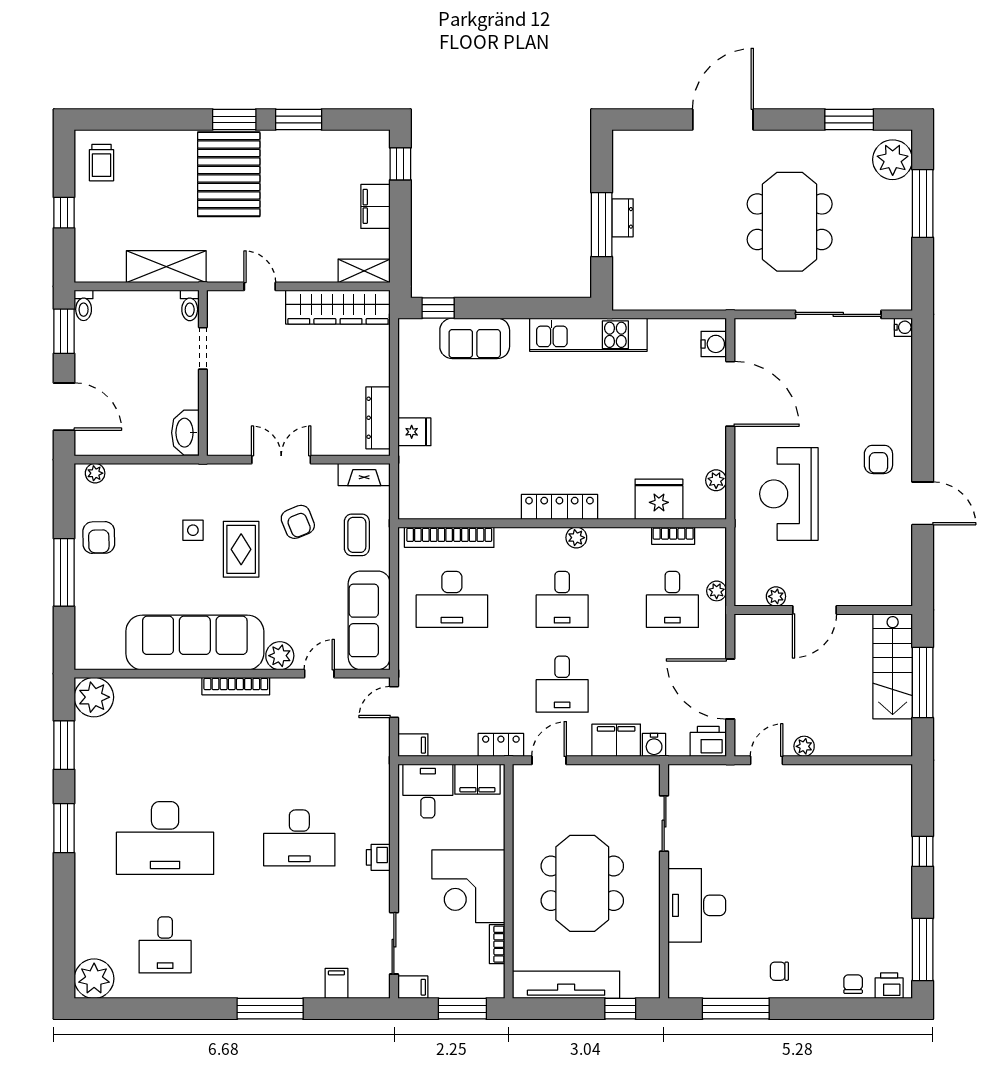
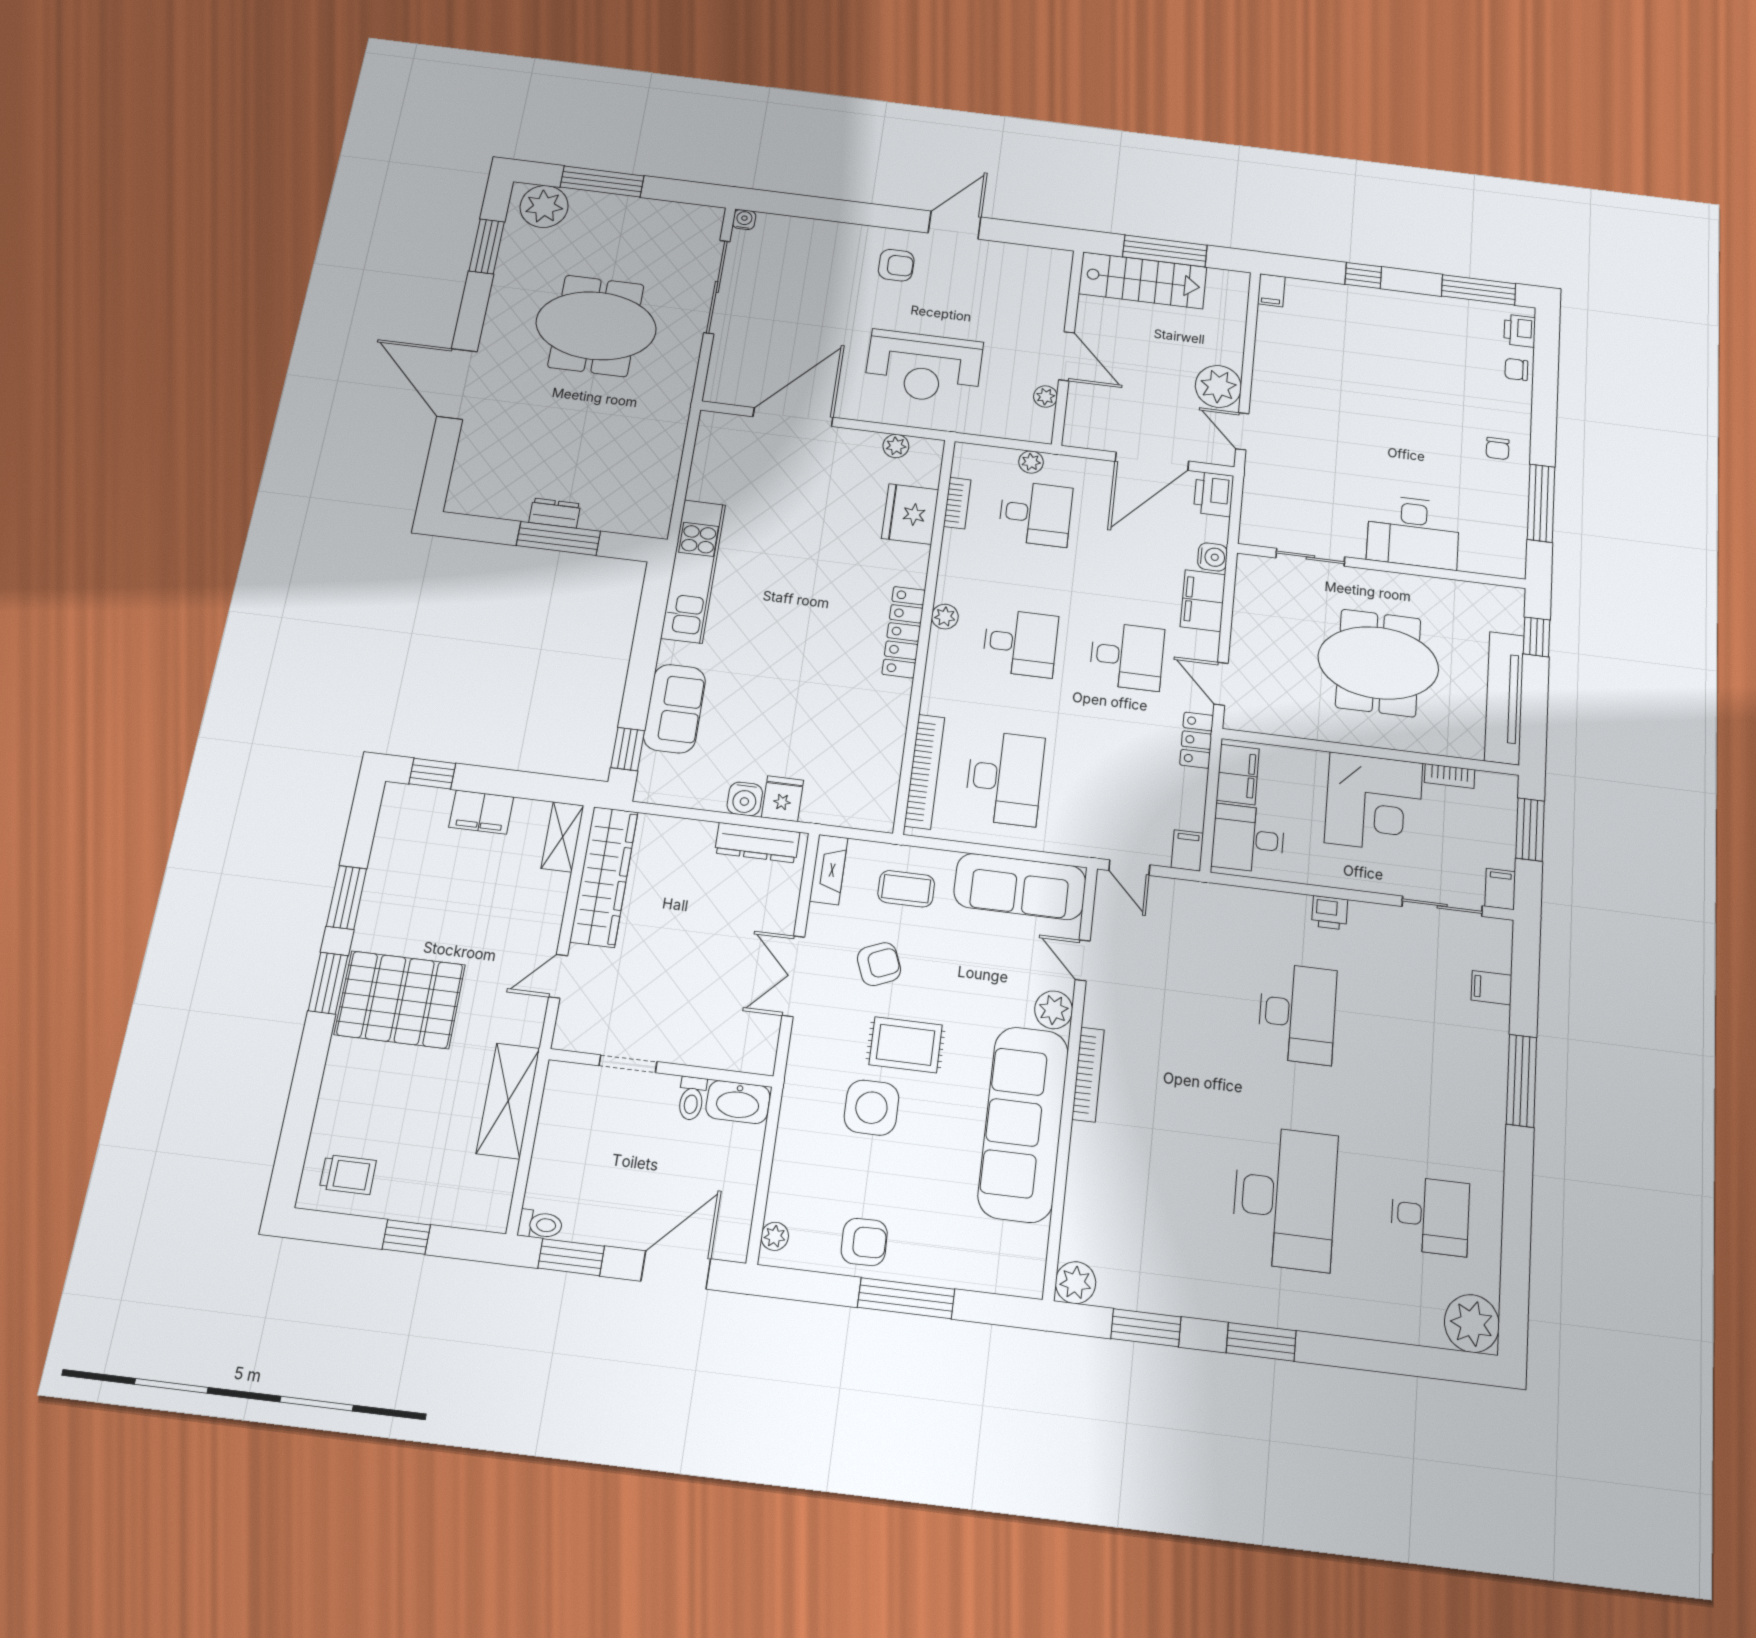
toilet: (190, 305) -> (692, 1098), moved, turned 90
water cooler: (714, 344) -> (745, 799), moved, turned 180
side table: (193, 530) -> (871, 1108), width x1.87, depth x1.87
plant: (94, 697) -> (1076, 1283), width x0.73, depth x0.73
plant: (804, 746) -> (1218, 386), width x1.88, depth x1.88
filing cabinet: (898, 775) -> (1271, 290), added

